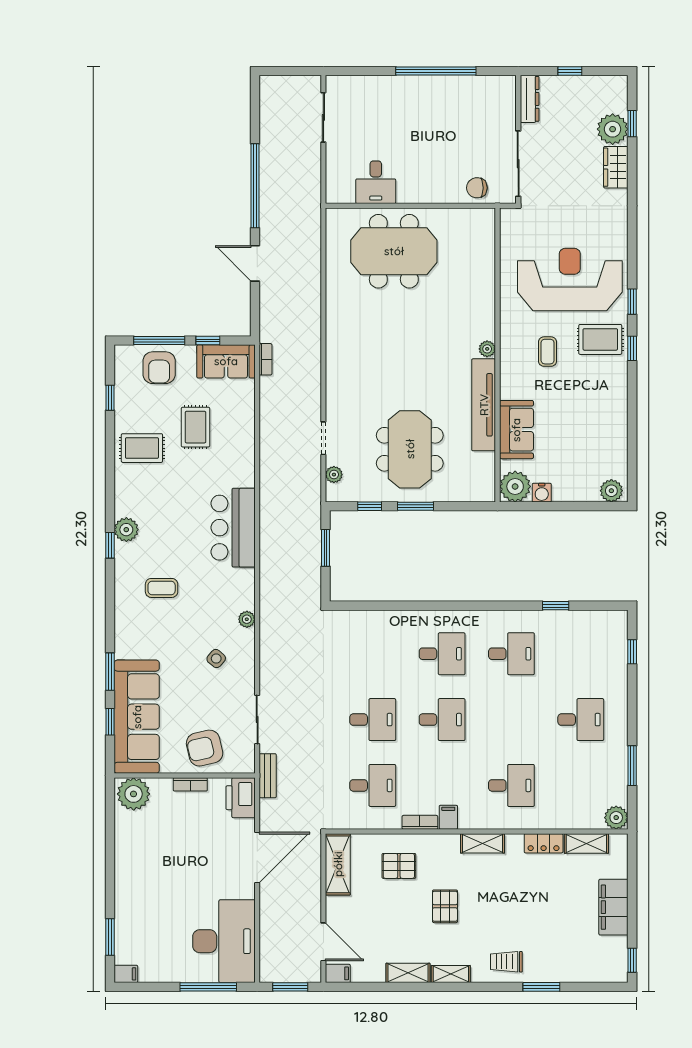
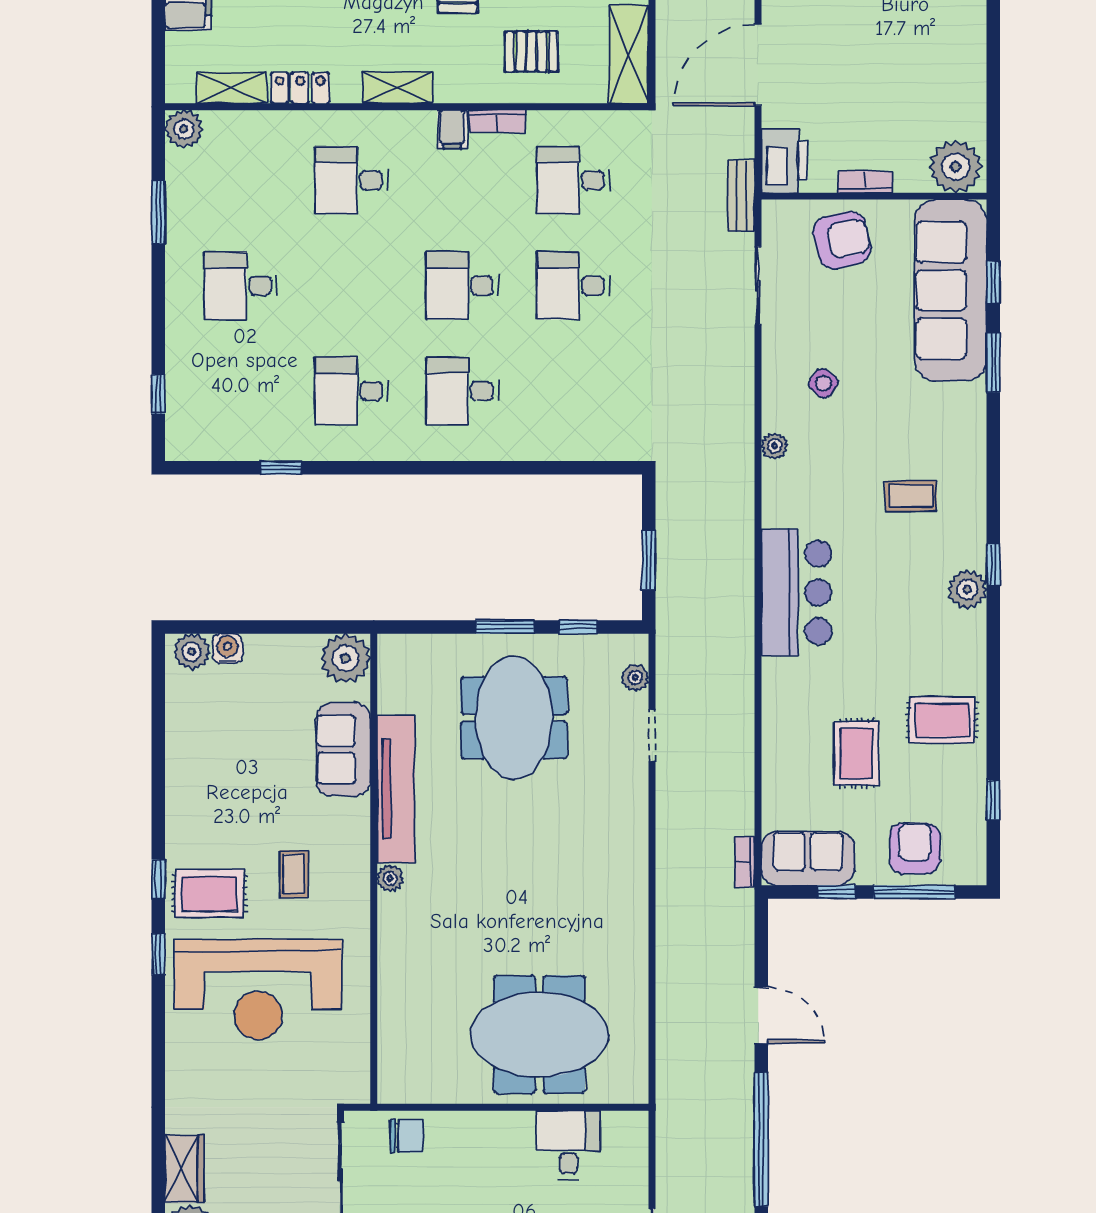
water cooler: (542, 493) -> (227, 649), moved

